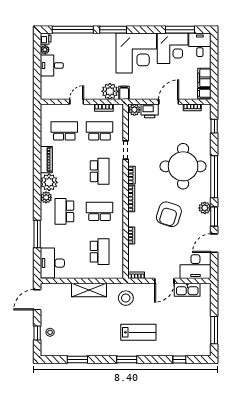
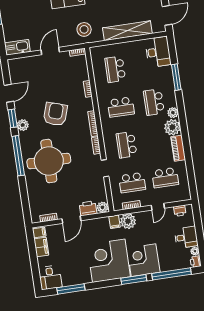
corner desk: (173, 48) -> (144, 260), moved
printer: (54, 94) -> (180, 211), added
window: (214, 126) -> (25, 203), removed
school desk: (64, 211) -> (154, 102), turned 180
desk: (195, 267) -> (23, 69), removed
shelving: (89, 290) -> (127, 31), width x1.47
kitchen sink: (187, 290) -> (17, 47), moved

